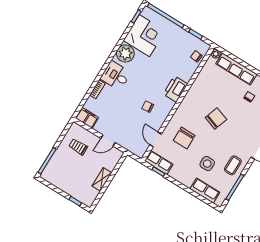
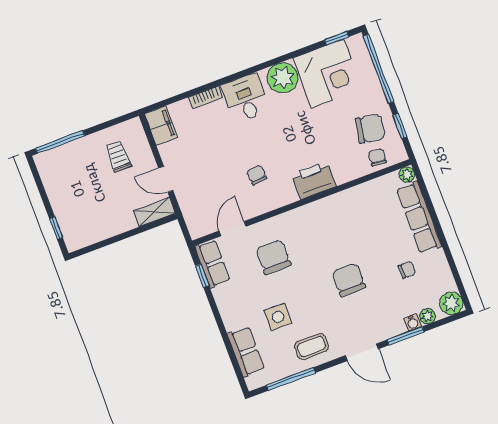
chair: (183, 46) -> (370, 129), added
chair: (216, 119) -> (349, 280), moved, turned -109
chair: (184, 138) -> (273, 257), turned 90
shelving: (102, 179) -> (154, 212), moved

